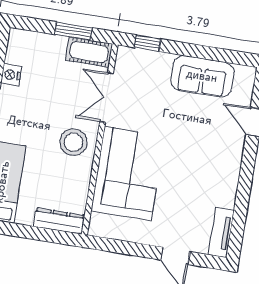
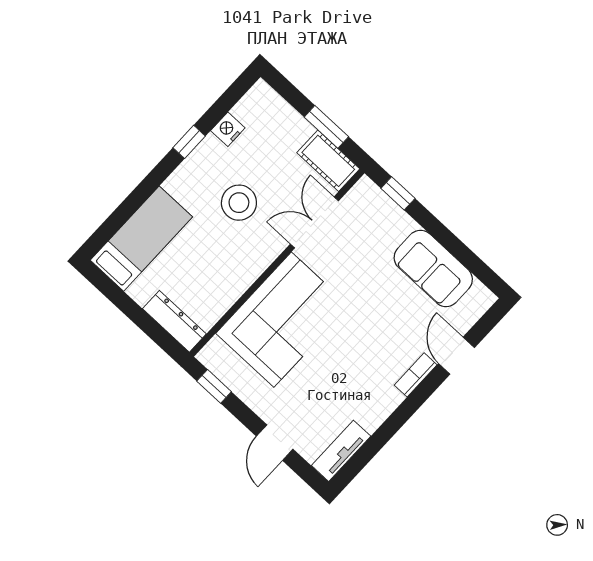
stool: (73, 142) -> (239, 203), moved
bookcase: (237, 152) -> (416, 375), added
window: (112, 246) -> (214, 386), added

